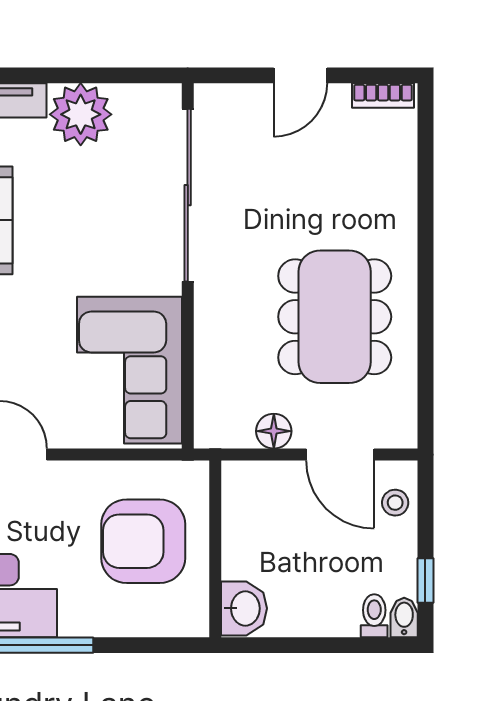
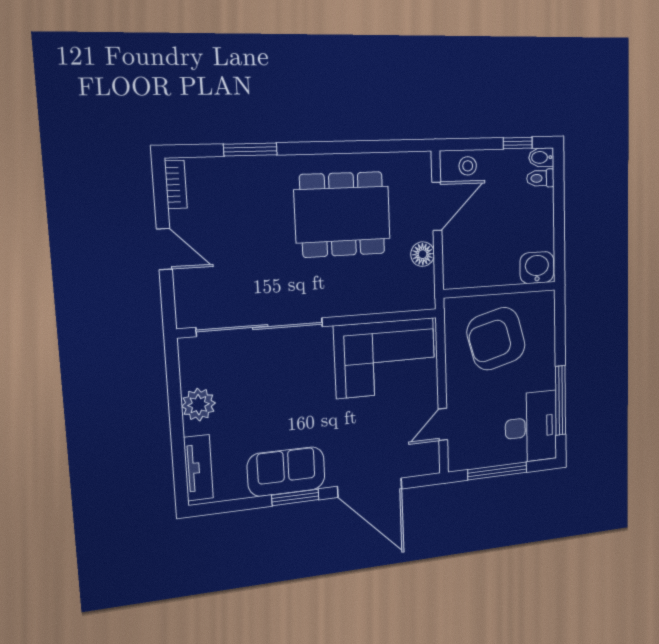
plant: (81, 114) -> (198, 405), width x0.73, depth x0.73
window: (425, 195) -> (250, 150), added
armchair: (143, 541) -> (496, 339), turned 75

